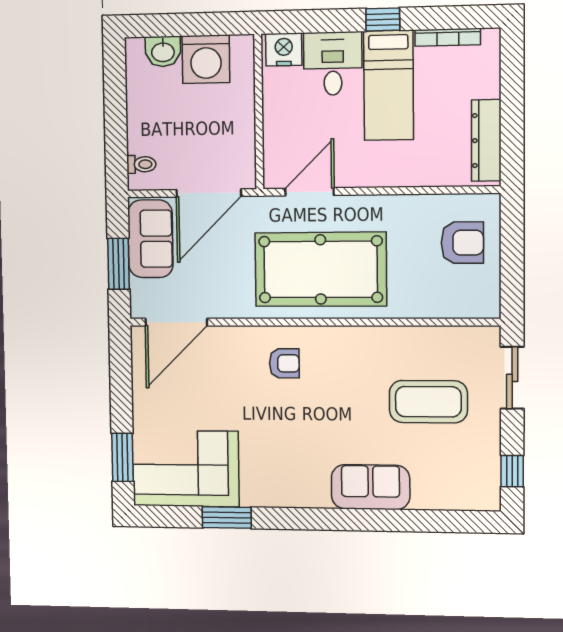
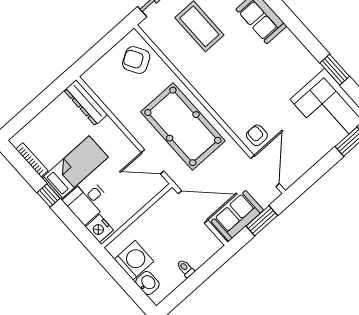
dresser: (486, 140) -> (86, 103), moved, turned 90
toilet: (141, 164) -> (186, 268), moved
armchair: (462, 243) -> (136, 60), moved, turned -30
door: (176, 322) -> (265, 171), hinge flipped
armchair: (284, 363) -> (257, 135), moved

